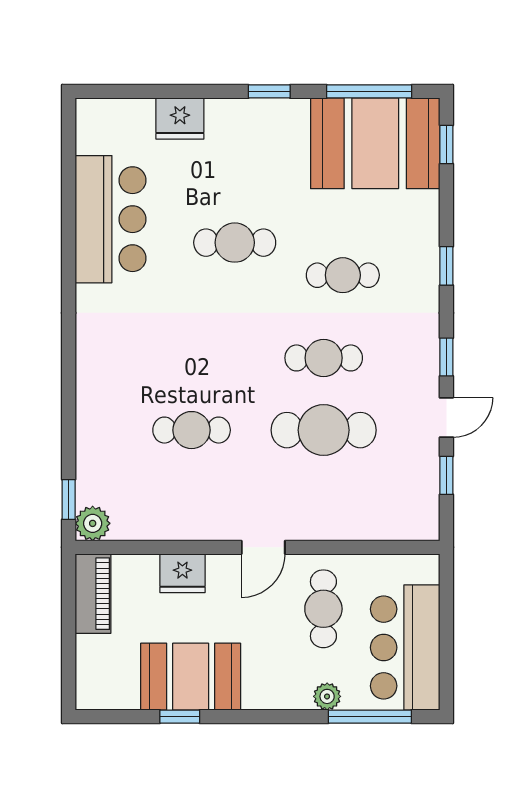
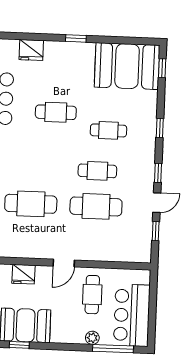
window: (369, 91) -> (125, 40), removed
cafe table: (192, 430) -> (31, 204), width x1.37, depth x1.35

